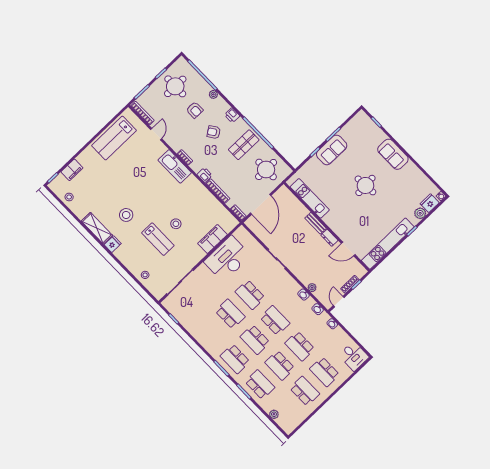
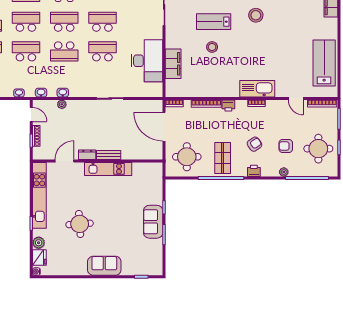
round table: (365, 185) -> (80, 224), moved
kitchen unit: (310, 198) -> (108, 169), moved
school desk: (230, 314) -> (102, 22), turned 180

